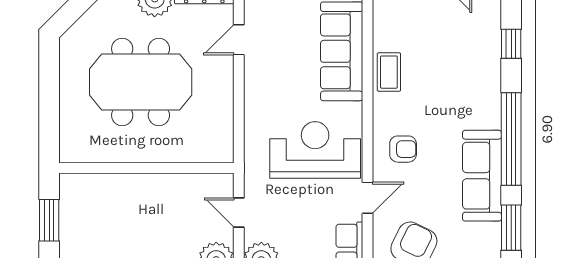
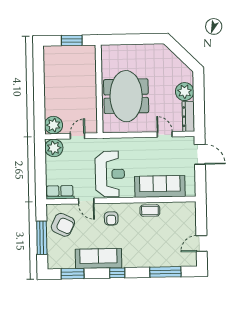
window: (511, 44) -> (165, 272), width x2.17
meeting table: (141, 82) -> (126, 96), moved
window: (511, 139) -> (117, 273), width x0.32

